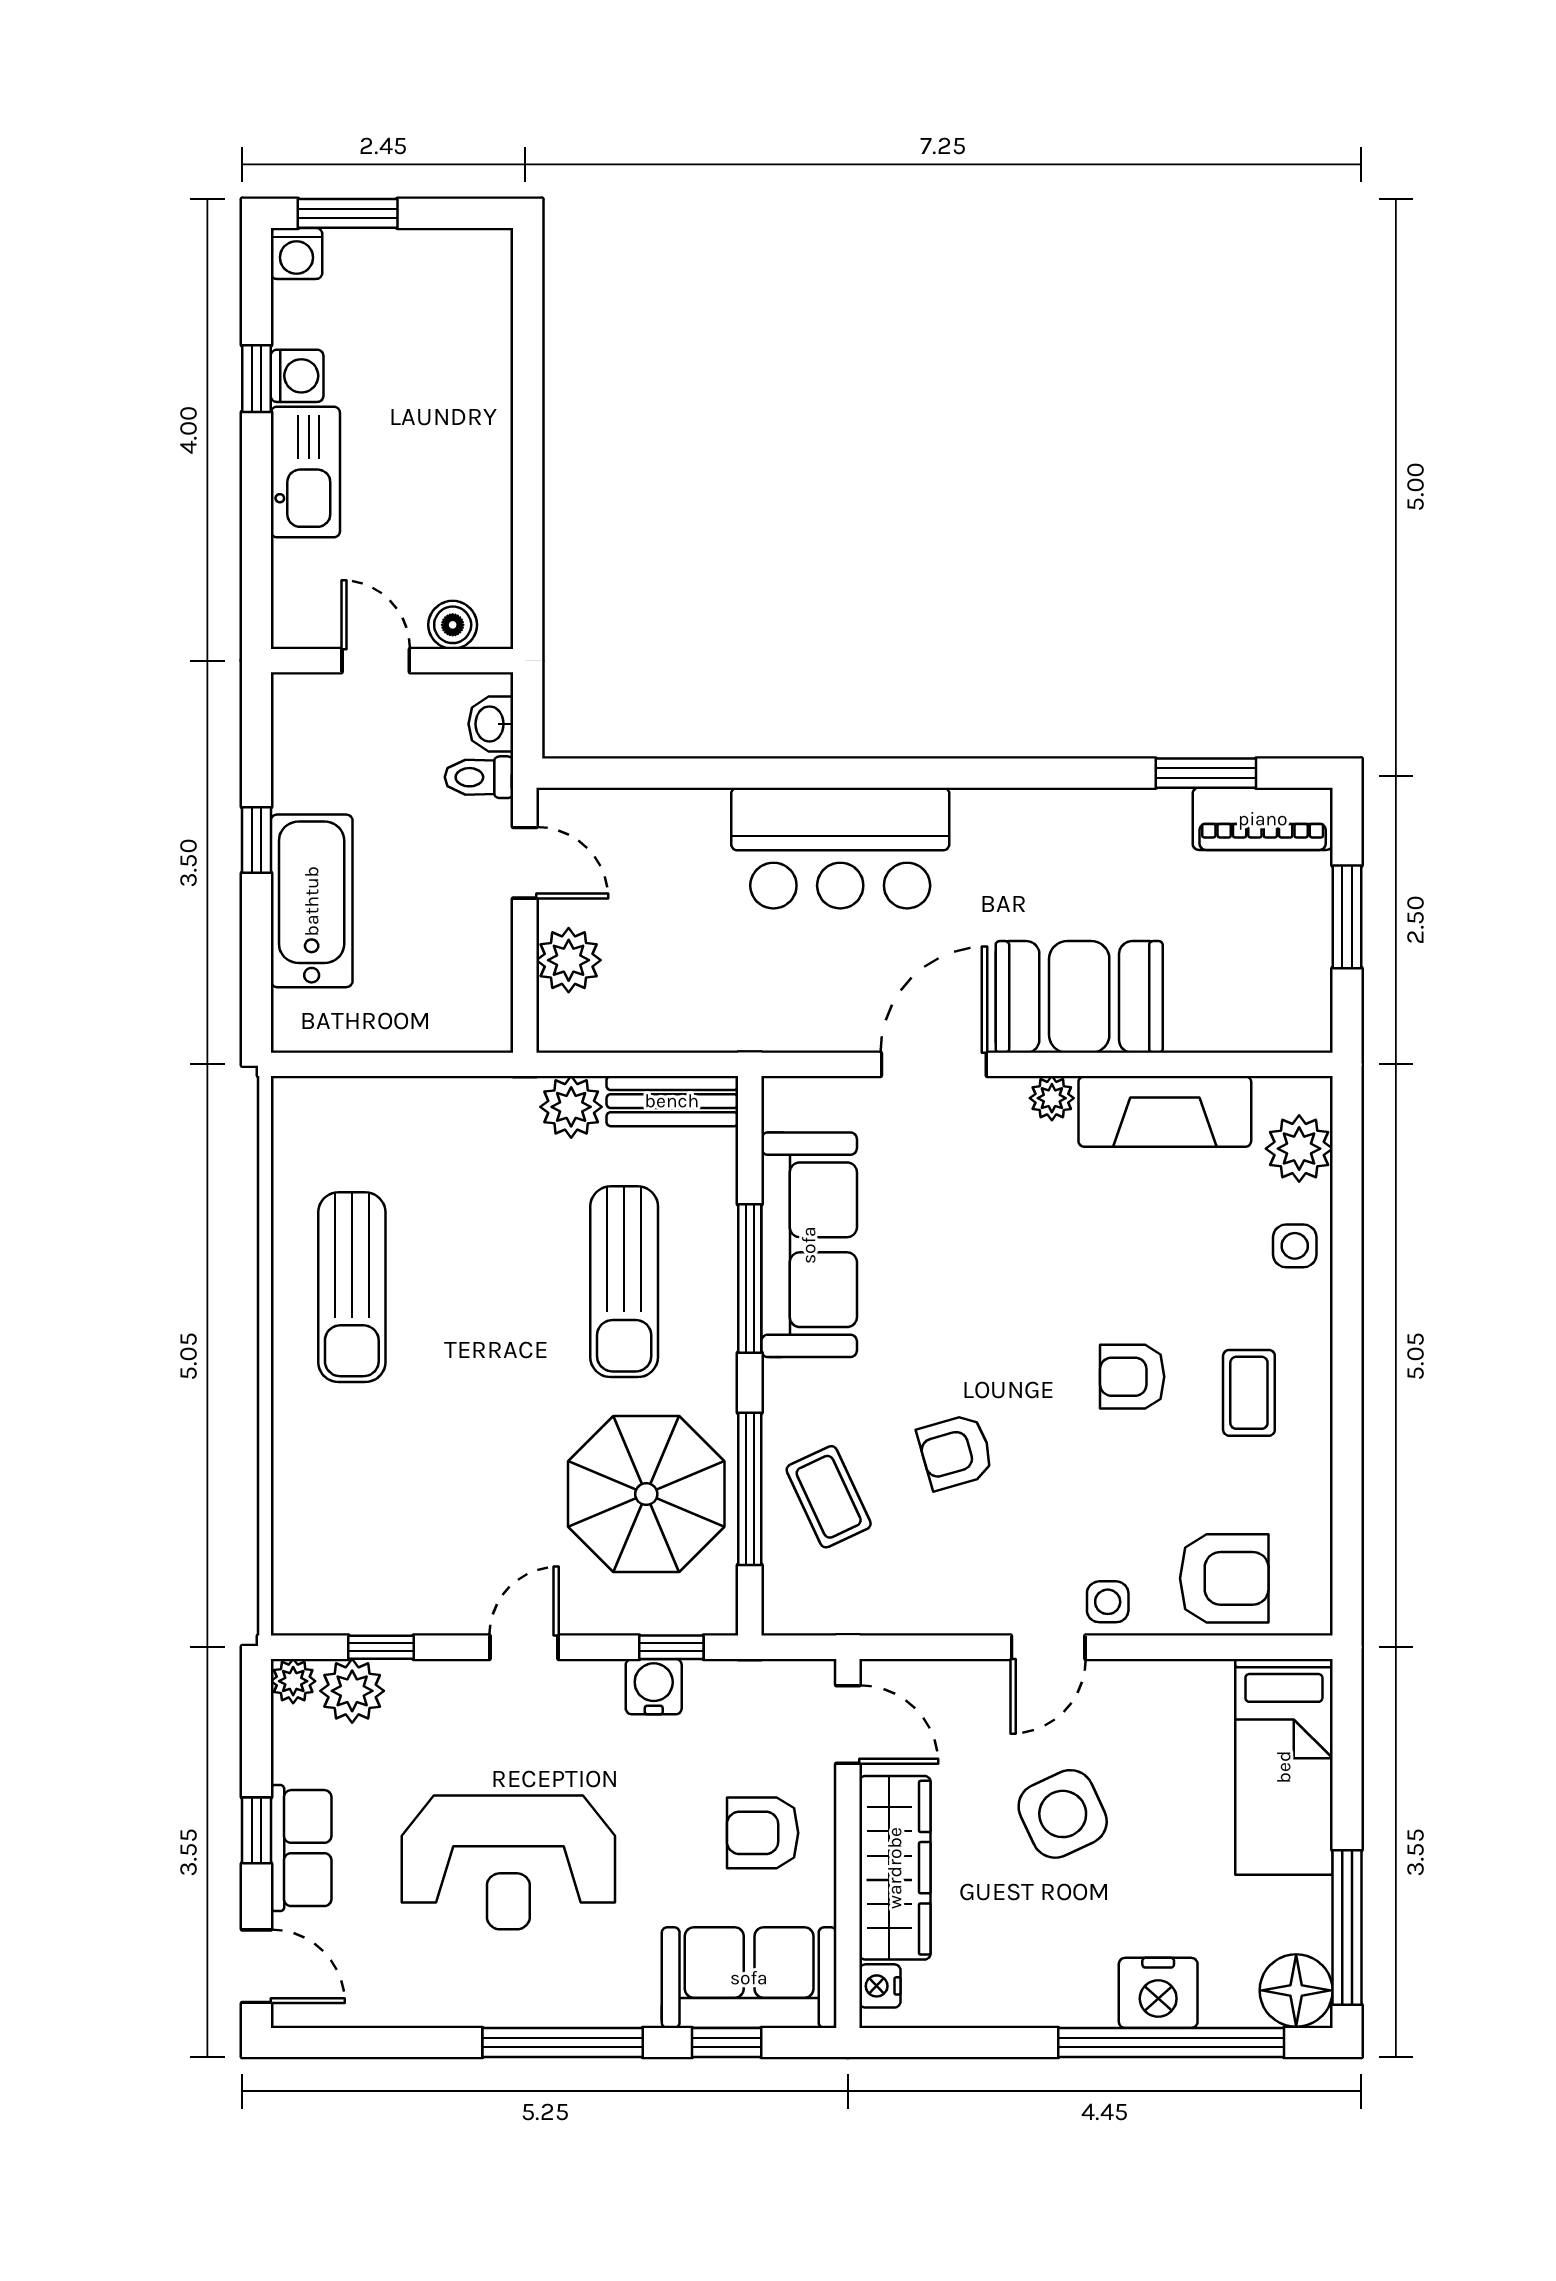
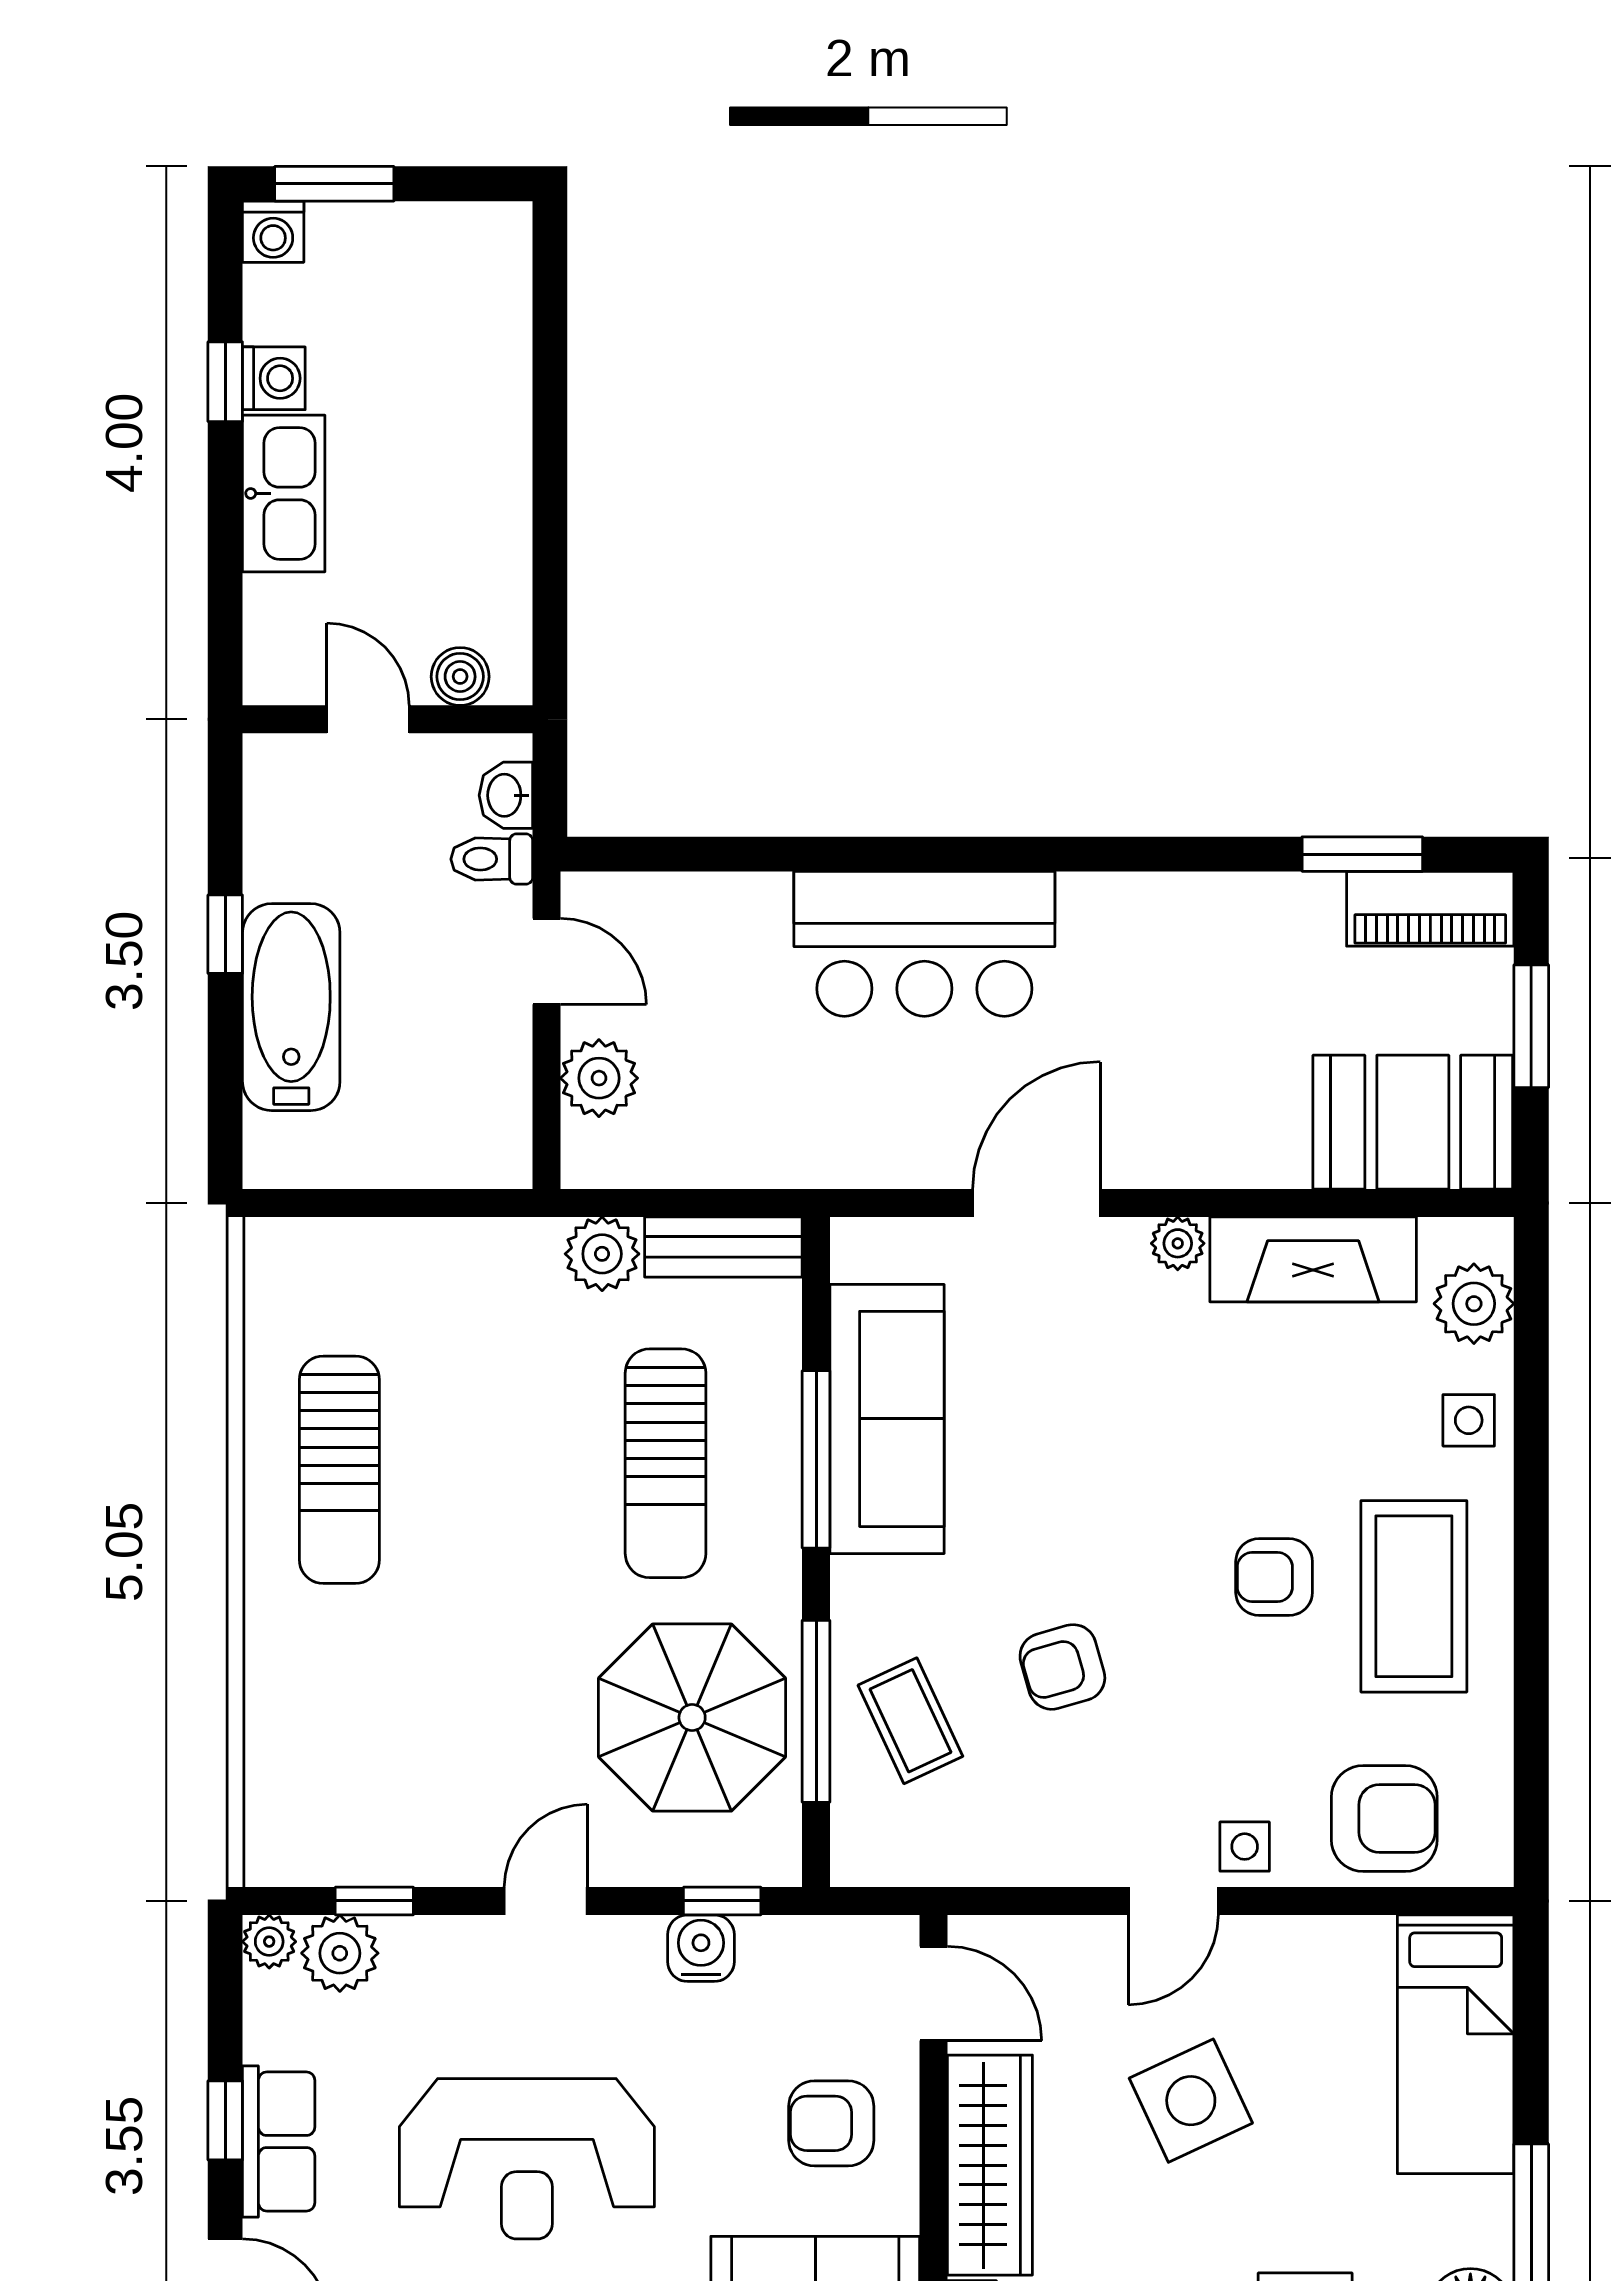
booth: (1079, 997) -> (1413, 1122), moved
coffee table: (1249, 1393) -> (1414, 1596), width x1.86, depth x1.72

